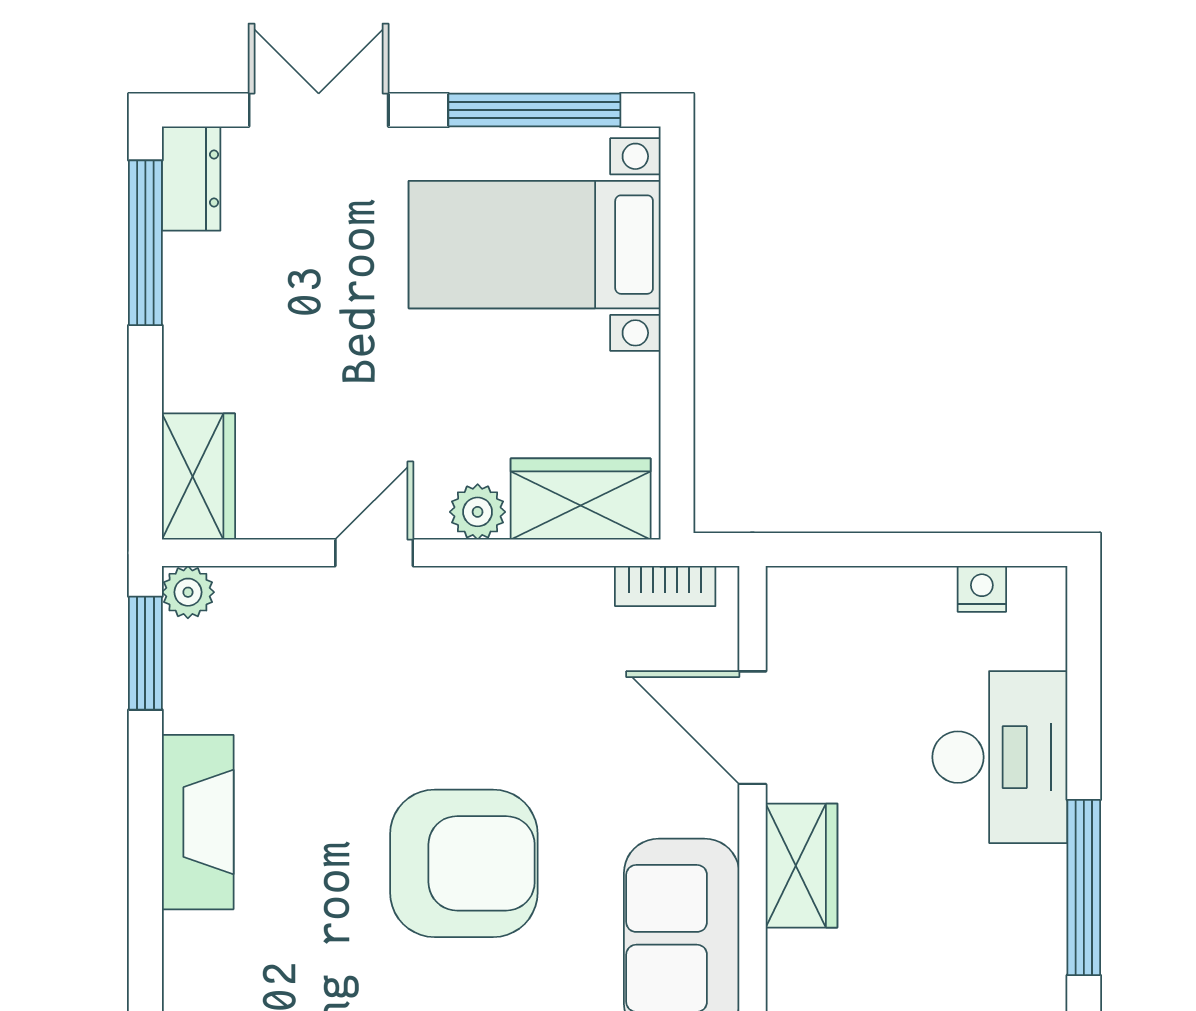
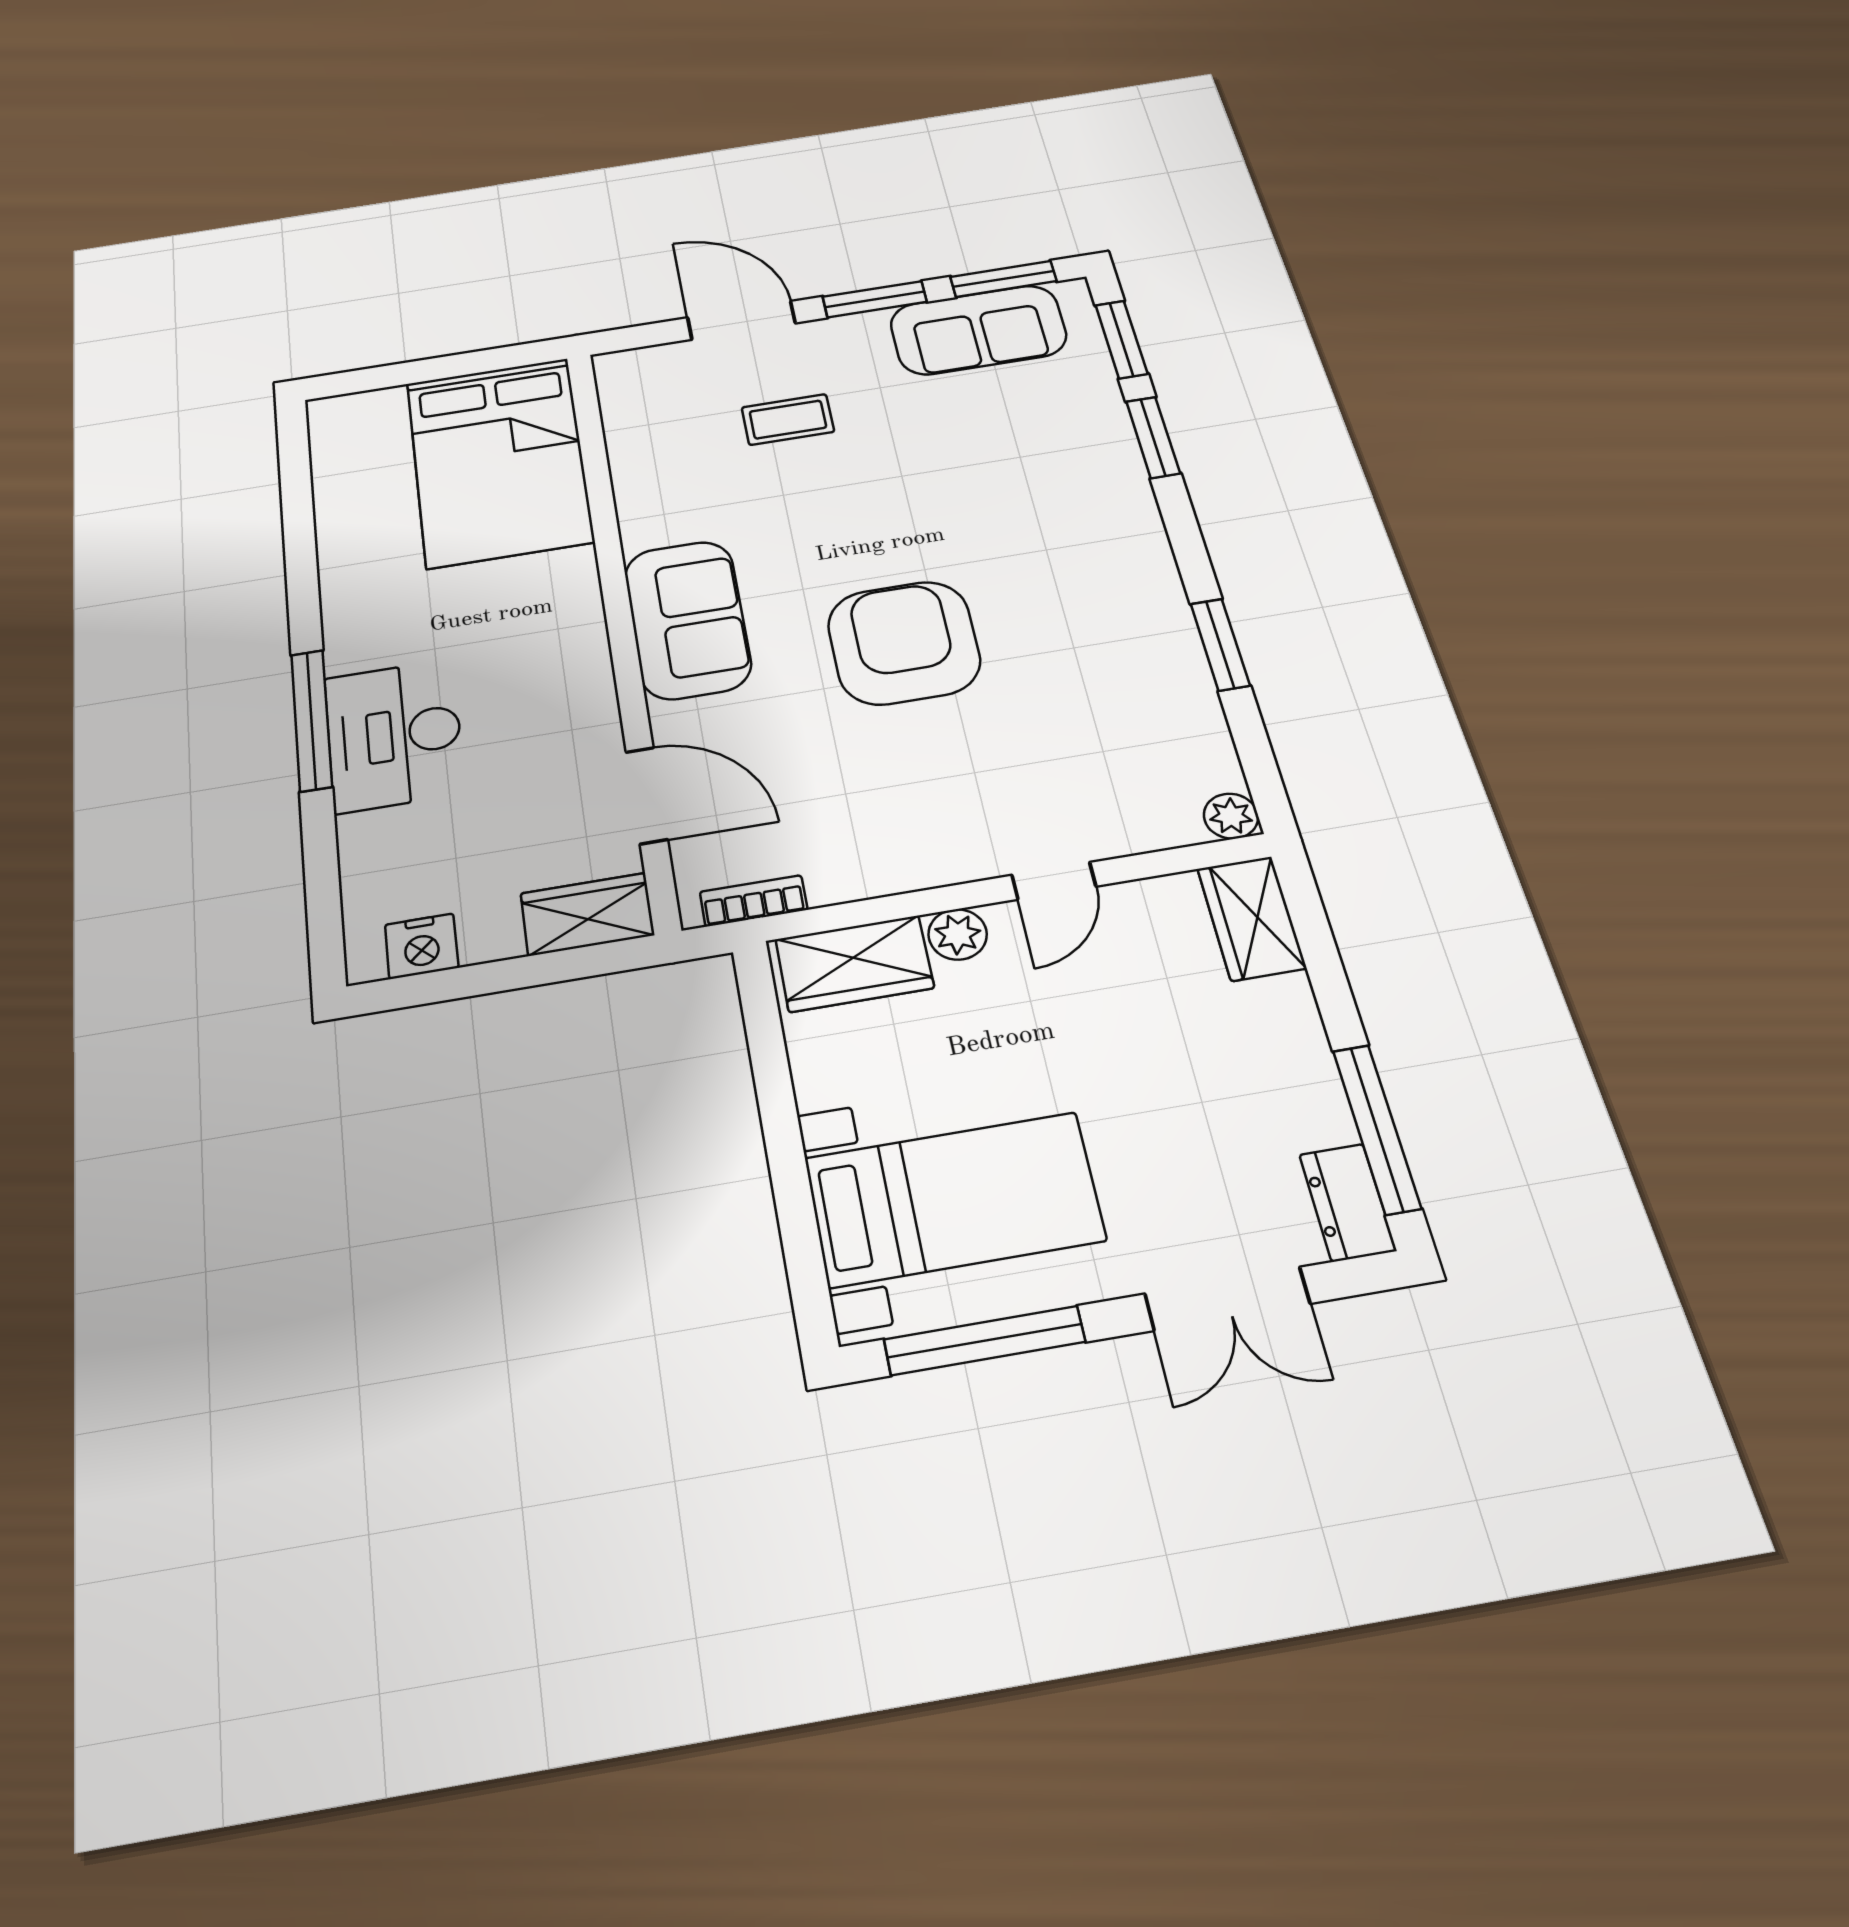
nightstand: (982, 589) -> (422, 946), width x1.39, depth x1.35
window: (145, 653) -> (1220, 644), moved
desk: (1000, 757) -> (394, 735), moved
fireplace: (198, 822) -> (1164, 633), removed
armchair: (464, 863) -> (904, 643), turned 90
wardrobe: (801, 866) -> (587, 914), moved, turned 90

